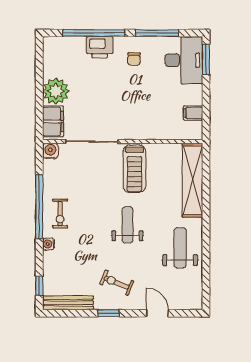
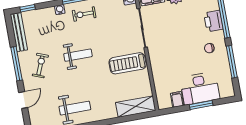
window: (206, 59) -> (201, 105), moved
desk: (184, 60) -> (200, 88), moved
shelving: (192, 180) -> (136, 107), width x0.68
weight bench: (127, 225) -> (78, 55), moved
window: (109, 313) -> (17, 64), width x2.17

